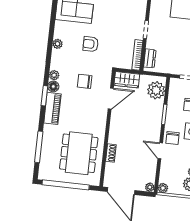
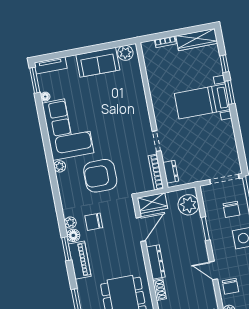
plant: (58, 44) -> (60, 166), moved
armchair: (91, 44) -> (100, 176), width x1.88, depth x1.88
chair: (85, 81) -> (94, 222), moved
dresser: (115, 129) -> (156, 262), added
chair: (173, 138) -> (230, 286), moved

